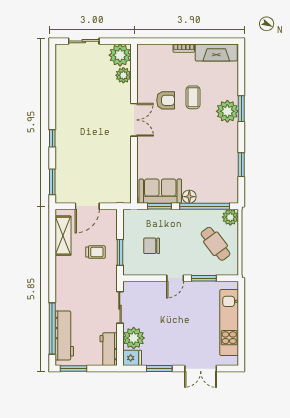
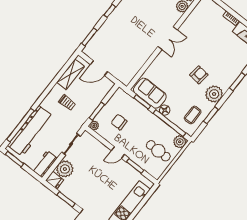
coffee table: (193, 97) -> (193, 115), moved
armchair: (166, 100) -> (199, 75), moved, turned -83
plant: (227, 111) -> (214, 94), moved
cafe table: (216, 244) -> (158, 151), turned -53
trolley: (96, 252) -> (67, 103), moved
plant: (129, 269) -> (94, 125), added
workbench: (64, 335) -> (30, 131), width x1.36, depth x1.32

